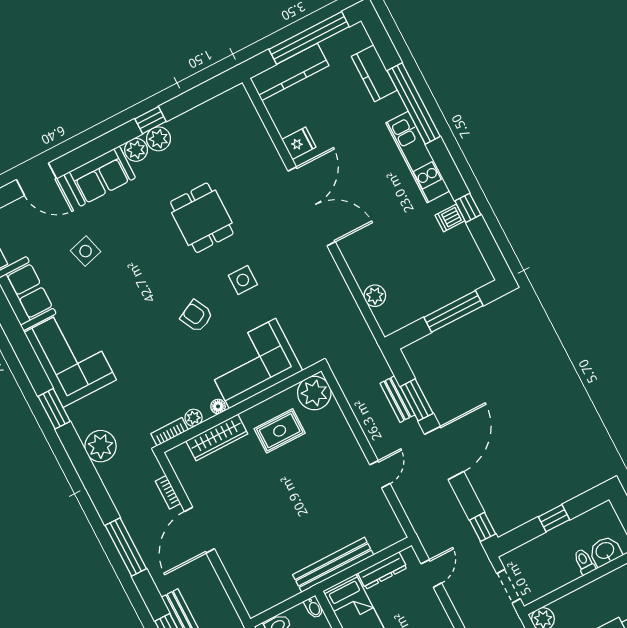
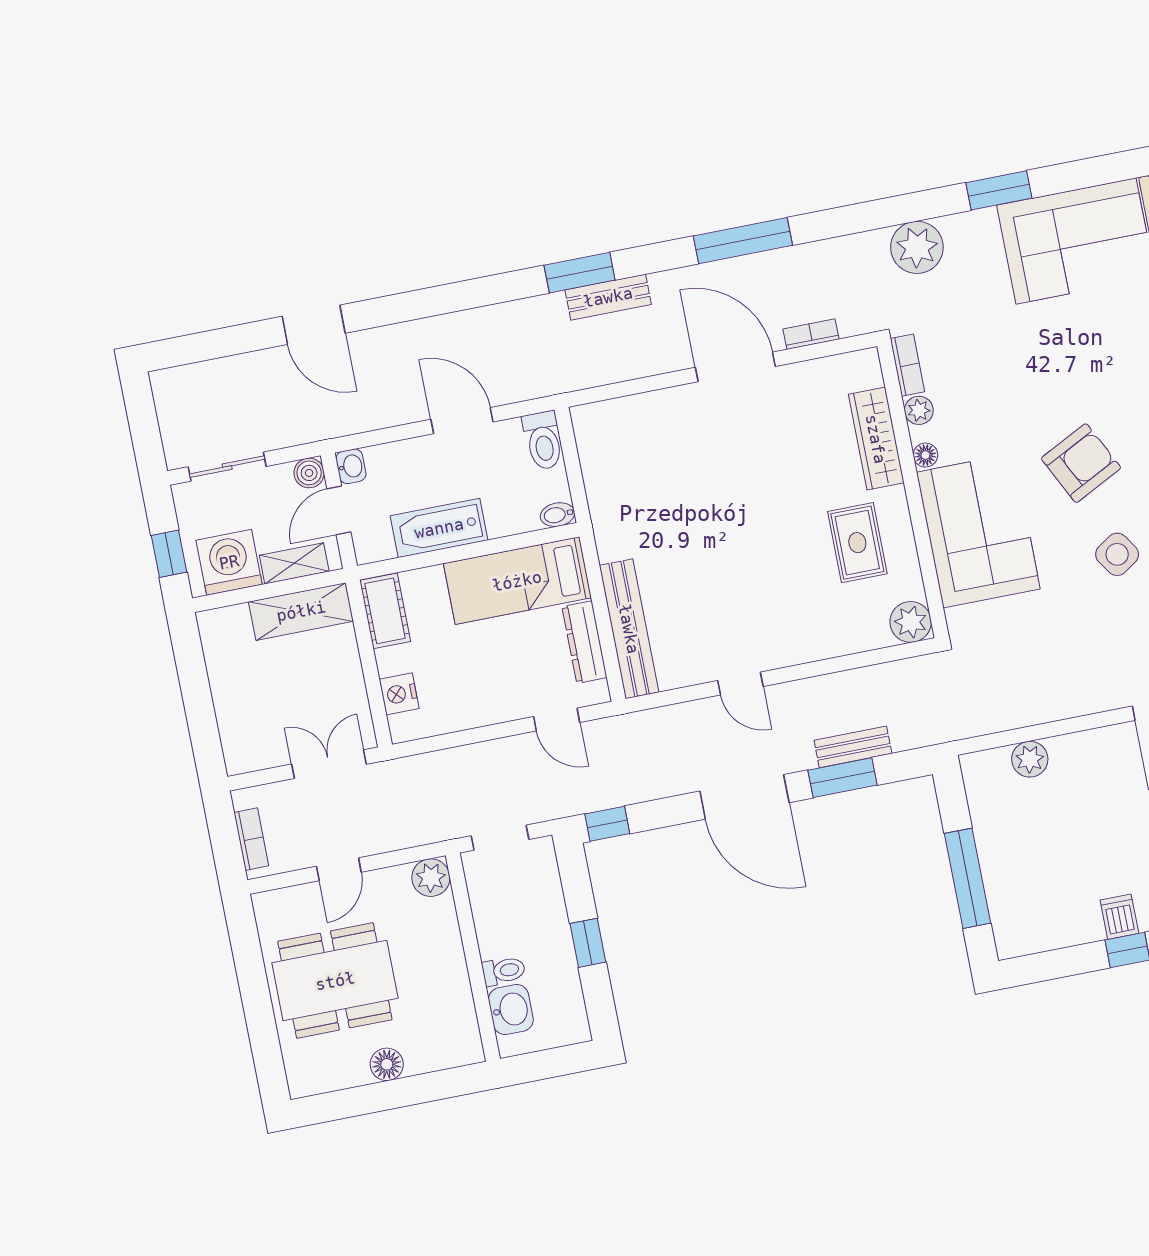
side table: (243, 280) -> (1117, 554), turned -34
armchair: (197, 316) -> (1081, 463), width x1.38, depth x1.38
plant: (314, 393) -> (911, 622), width x0.73, depth x0.73
bench: (333, 565) -> (629, 629), moved

